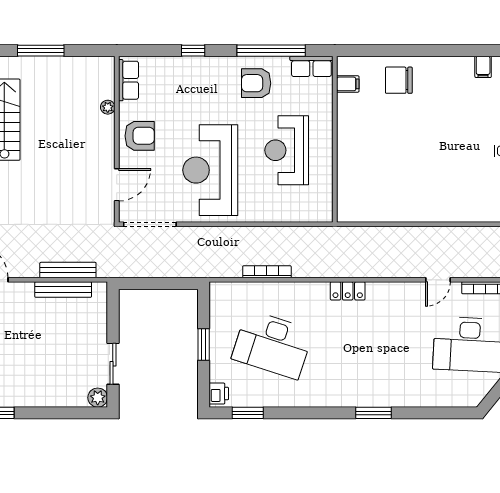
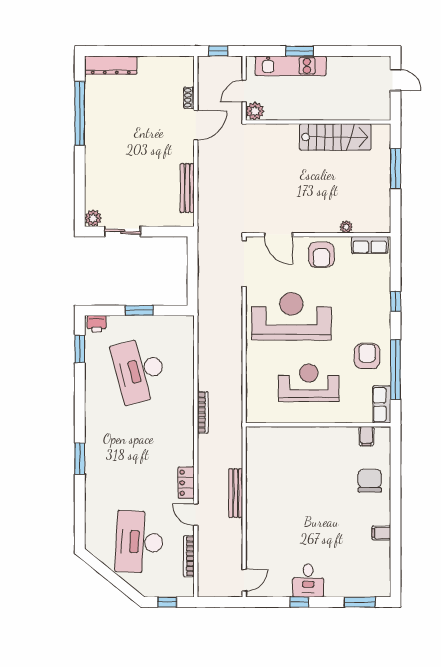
filing cabinet: (483, 67) -> (381, 533), moved
bench: (68, 270) -> (236, 493), moved
bookcase: (267, 272) -> (203, 412), moved
locker: (348, 291) -> (186, 483), moved
desk: (272, 344) -> (139, 370), turned -33

